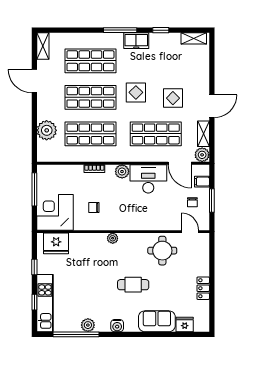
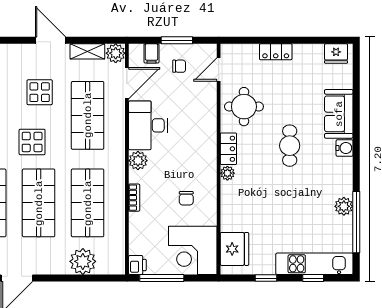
printer: (44, 171) -> (137, 265), added
locker: (131, 239) -> (228, 149), added
locker: (203, 288) -> (276, 52), moved
fridge: (185, 325) -> (336, 53), moved, turned -90
water cooler: (117, 326) -> (345, 148), moved

